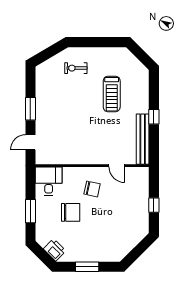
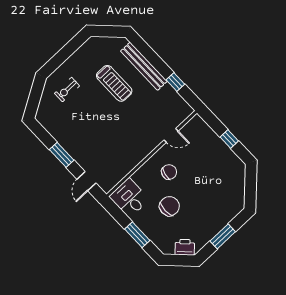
window: (154, 117) -> (175, 82), moved
bench: (143, 139) -> (144, 66), moved

